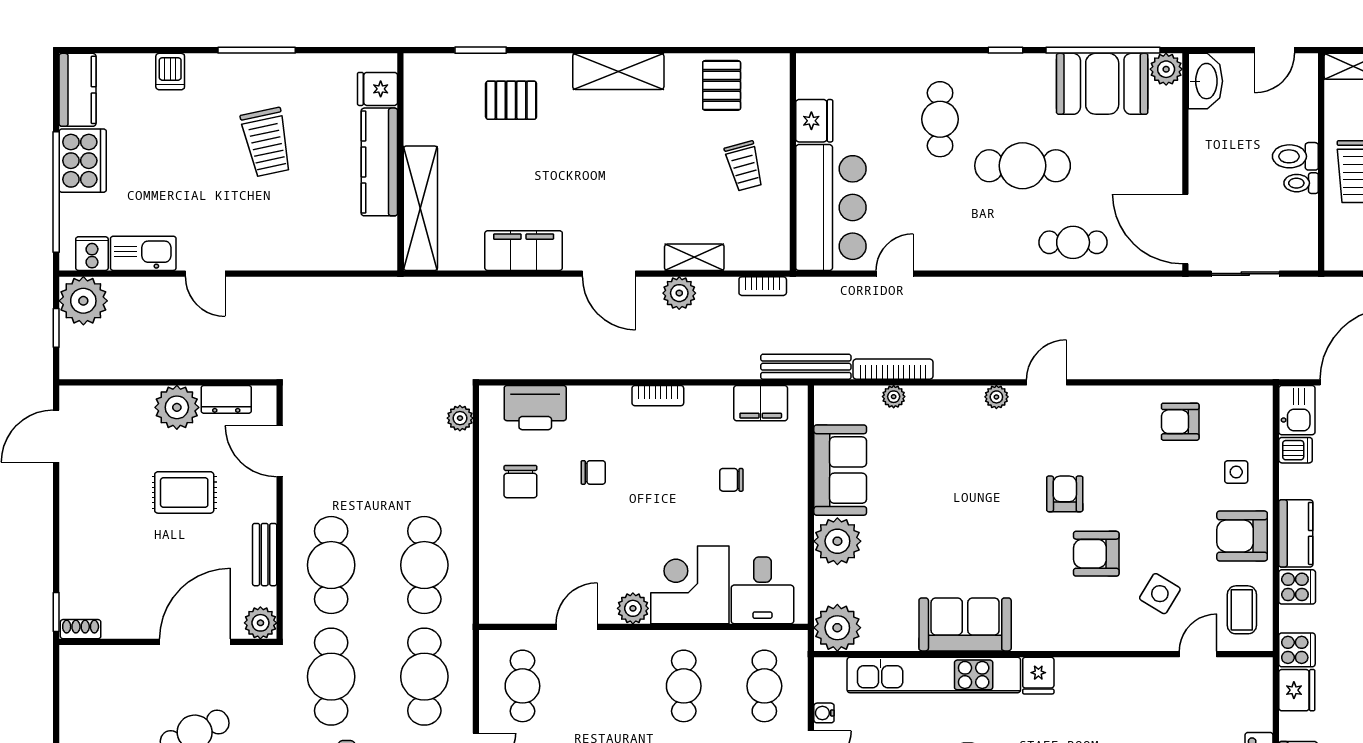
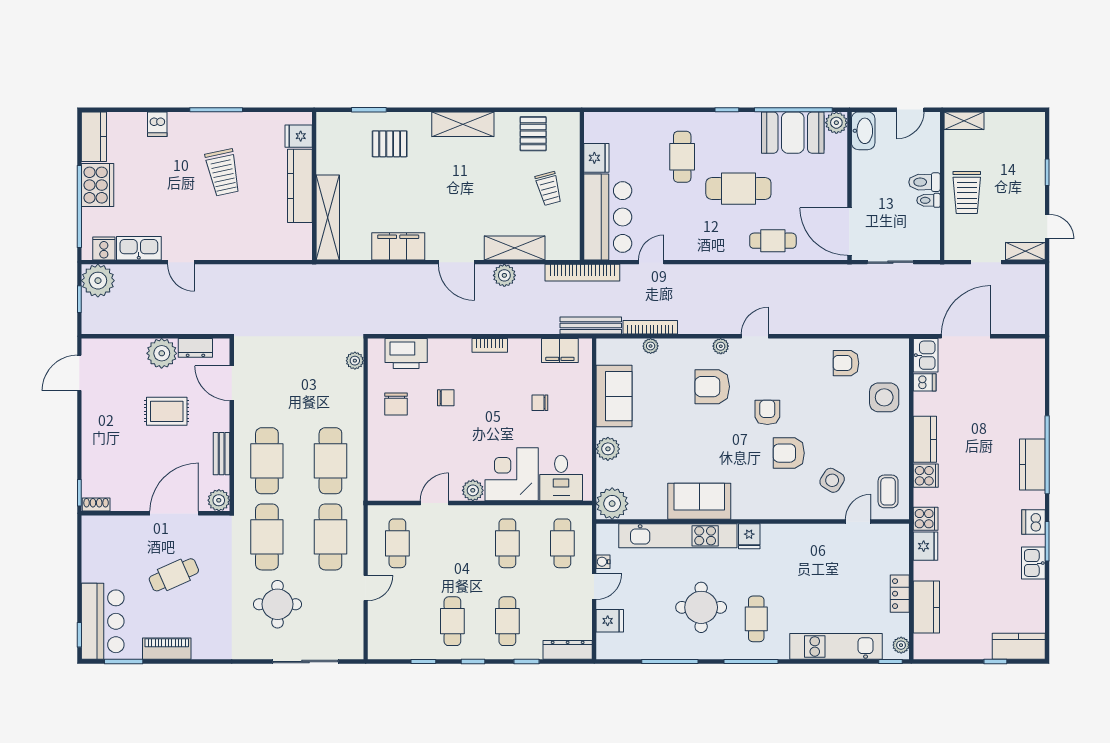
shelving: (694, 257) -> (515, 248), width x1.50, depth x1.33
bookcase: (763, 286) -> (582, 273), width x2.31, depth x1.31
side table: (1236, 472) -> (884, 397), width x1.87, depth x1.87
armchair: (1242, 536) -> (712, 387), moved
plant: (837, 541) -> (608, 449), width x0.73, depth x0.73

